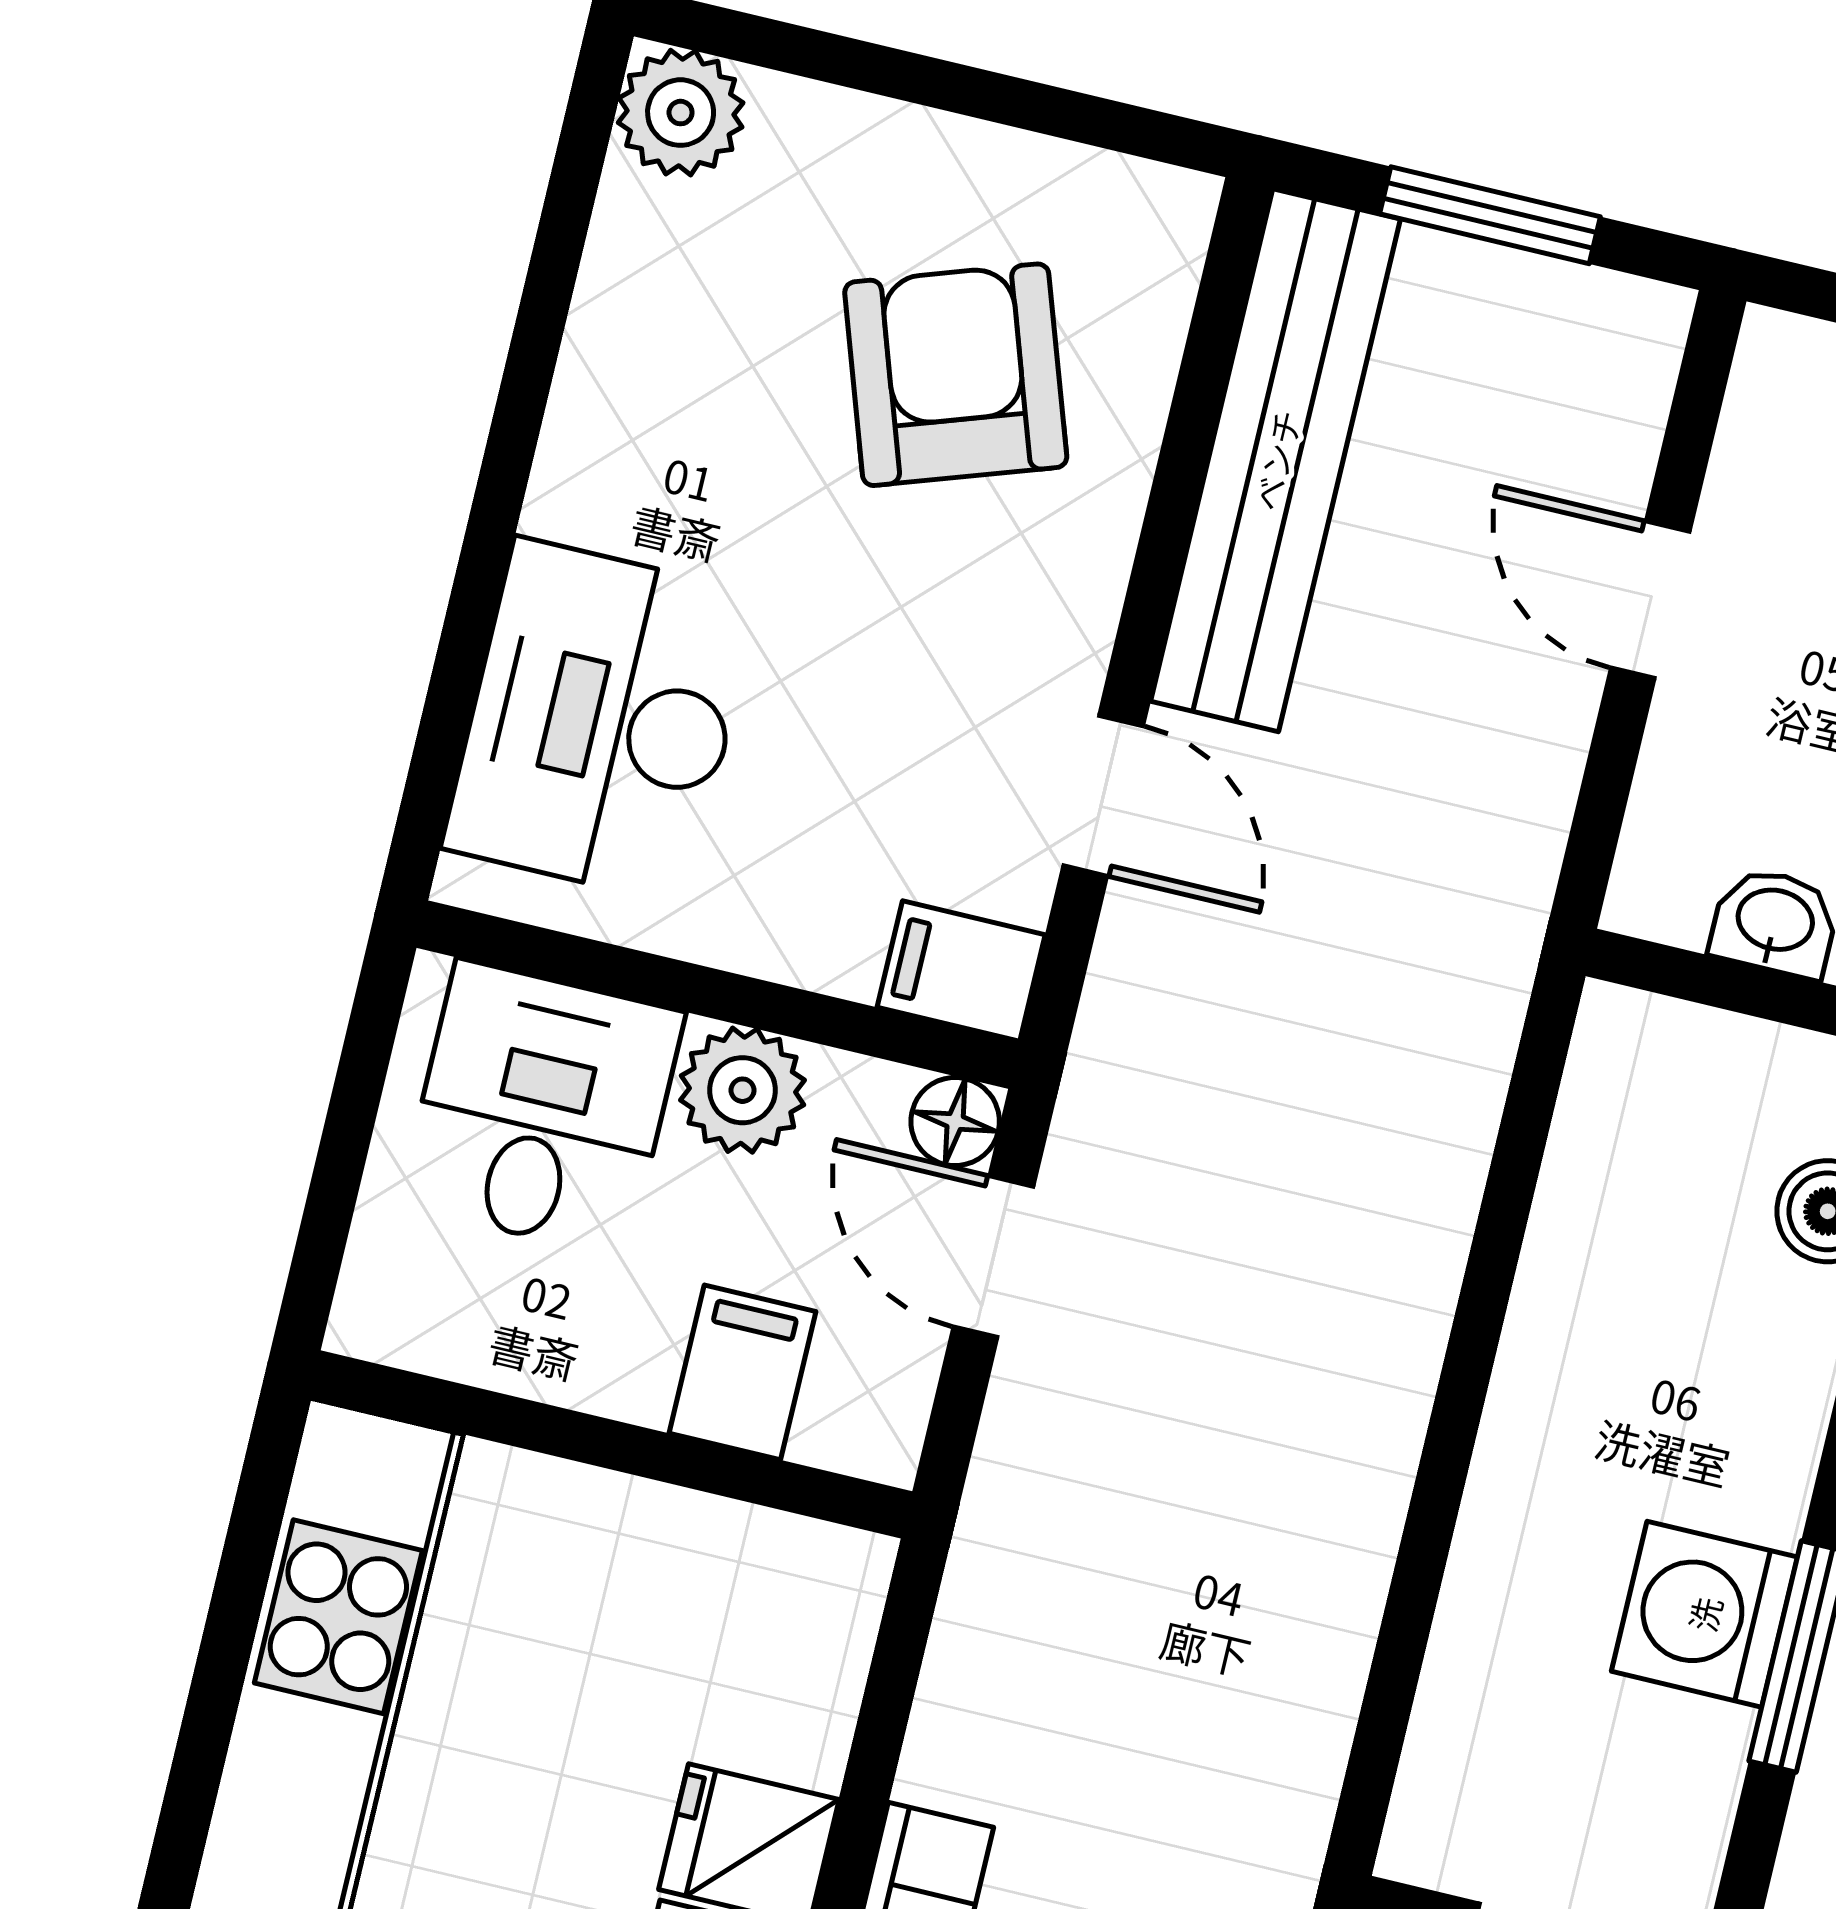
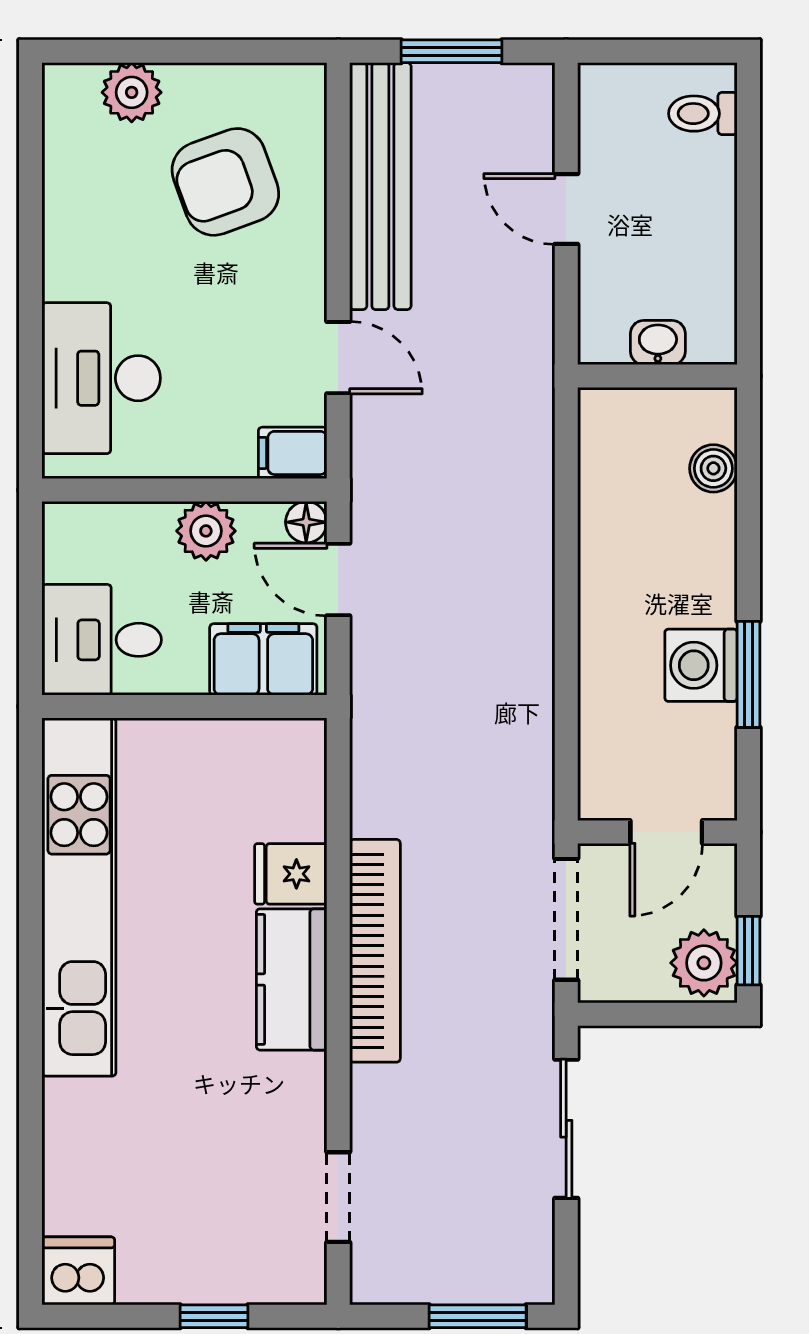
plant: (681, 113) -> (132, 92), moved
armchair: (956, 375) -> (225, 182), turned -91
desk: (542, 1109) -> (102, 640), moved, turned -90
filing cabinet: (742, 1372) -> (263, 659), width x2.00

